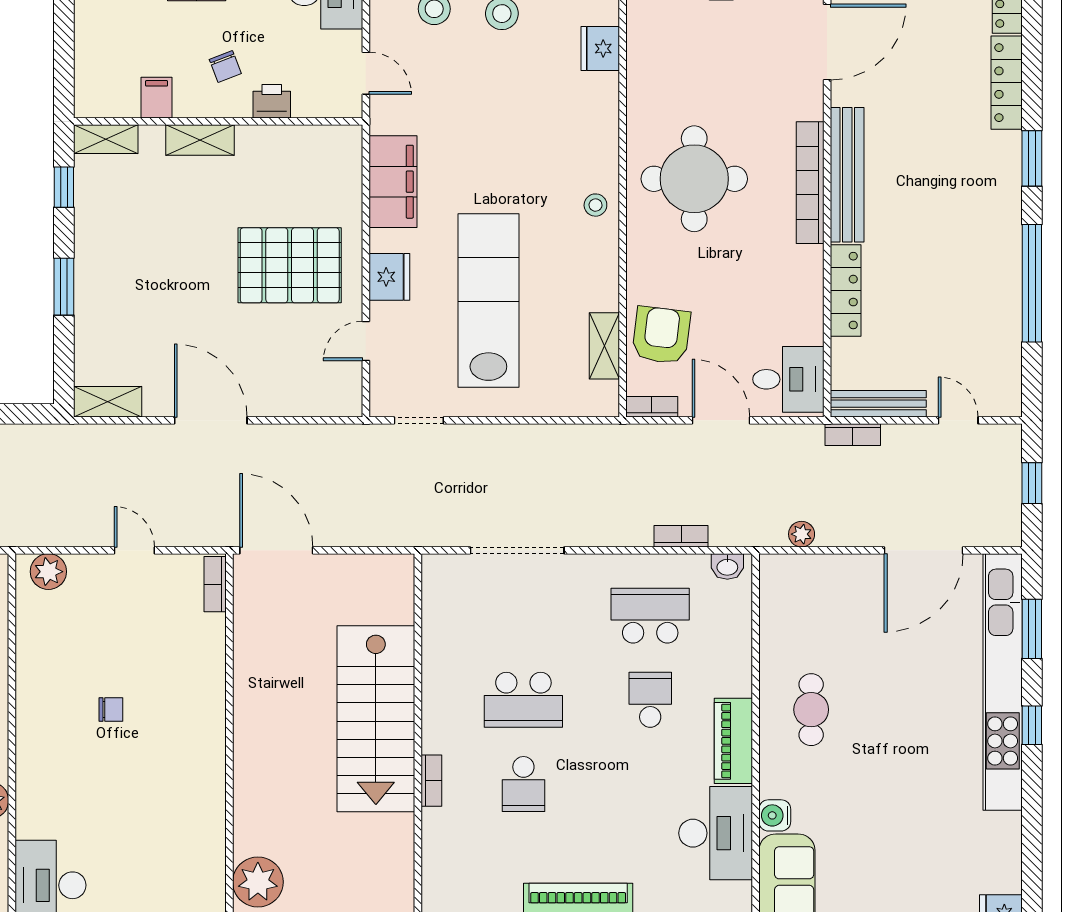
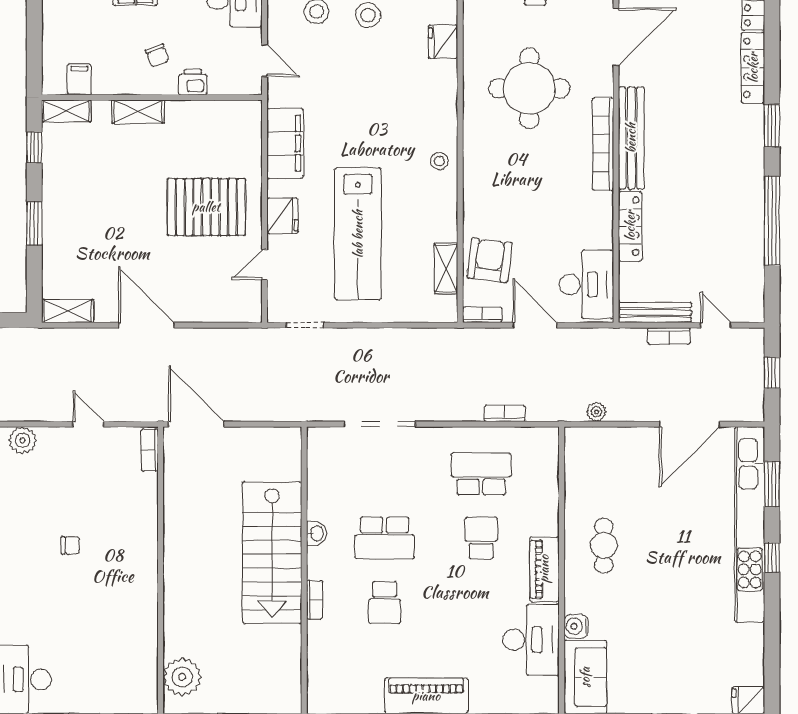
filing cabinet: (157, 98) -> (79, 79), moved
round table: (694, 179) -> (529, 88), moved
lab bench: (488, 301) -> (358, 234), turned 180
desk: (788, 379) -> (586, 284), width x1.37
bookcase: (853, 435) -> (669, 336), moved
washbasin: (727, 566) -> (316, 534), moved, turned -90

